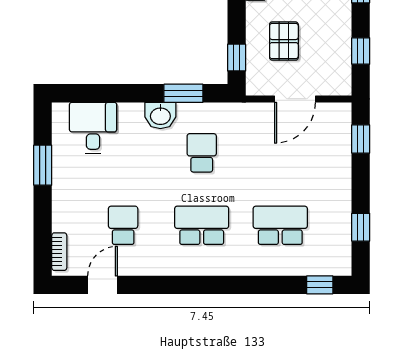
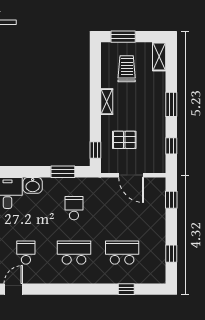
pallet: (284, 41) -> (124, 140), turned 90
door: (295, 99) -> (131, 175), hinge flipped
washbasin: (160, 115) -> (33, 185), moved
window: (320, 285) -> (126, 289), moved

